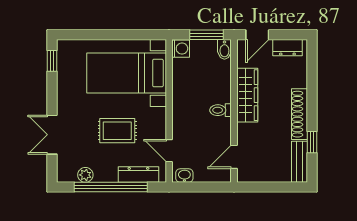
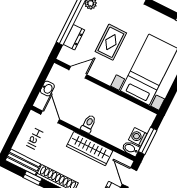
washing machine: (181, 49) -> (138, 137), moved, turned 90
dresser: (138, 175) -> (74, 37), width x0.70
washbasin: (184, 176) -> (47, 89), moved

